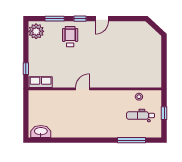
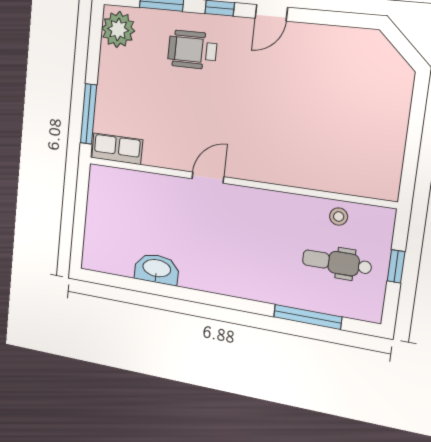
wheelchair: (70, 37) -> (192, 50), turned -90
window: (26, 69) -> (89, 114), width x2.17
washbasin: (41, 131) -> (157, 269), moved

